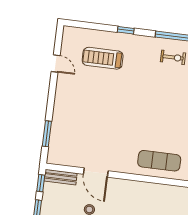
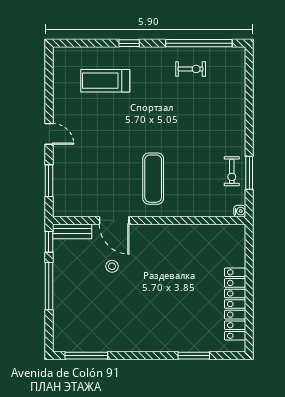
door: (56, 63) -> (49, 134), moved
exercise mat: (159, 161) -> (153, 179), moved, turned 90

